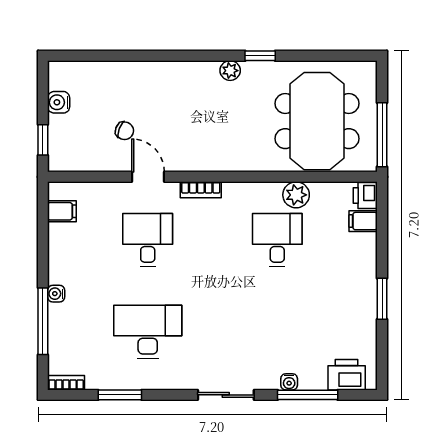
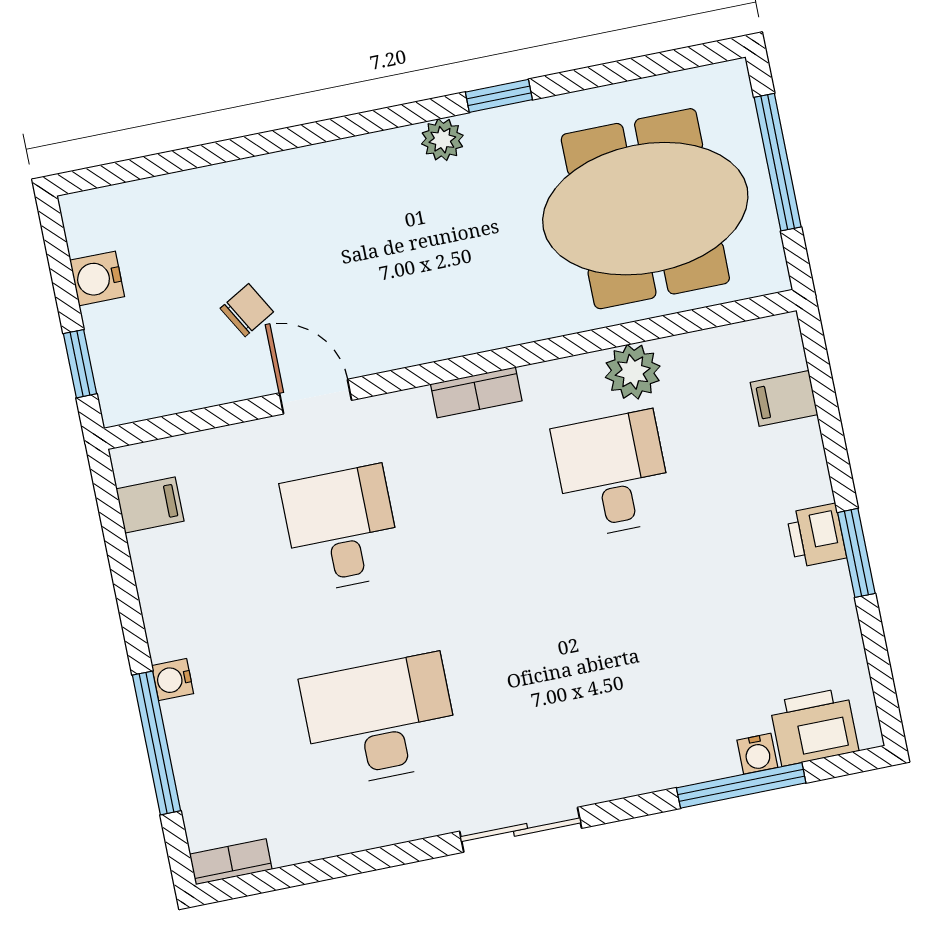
meeting table: (317, 121) -> (645, 209), turned 90
chair: (124, 131) -> (247, 310), turned -51
window: (382, 135) -> (778, 162), moved
bookcase: (201, 190) -> (476, 392), moved
printer: (365, 195) -> (816, 535), moved
water cooler: (289, 382) -> (757, 754), moved
window: (120, 395) -> (349, 864), removed
sliding door: (226, 395) -> (521, 830), moved

